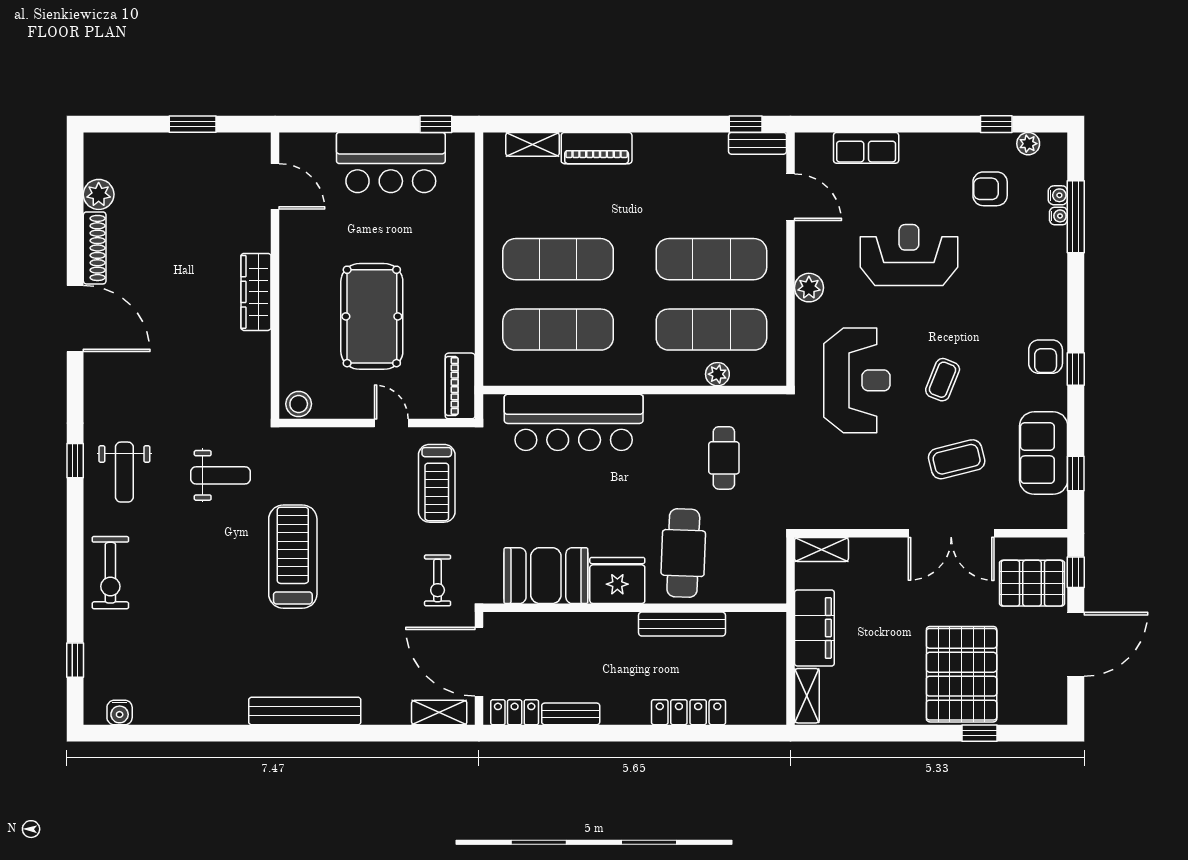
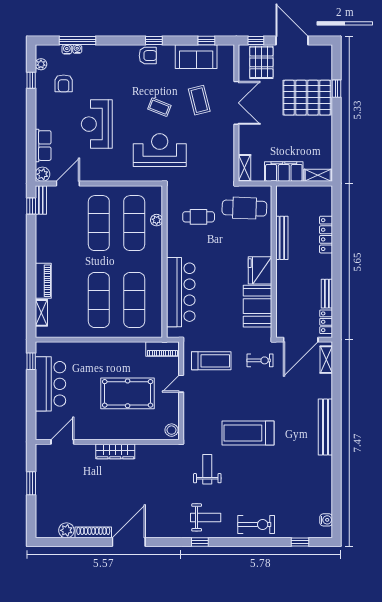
plant: (809, 288) -> (42, 174), moved
cafe table: (683, 553) -> (244, 208), moved

